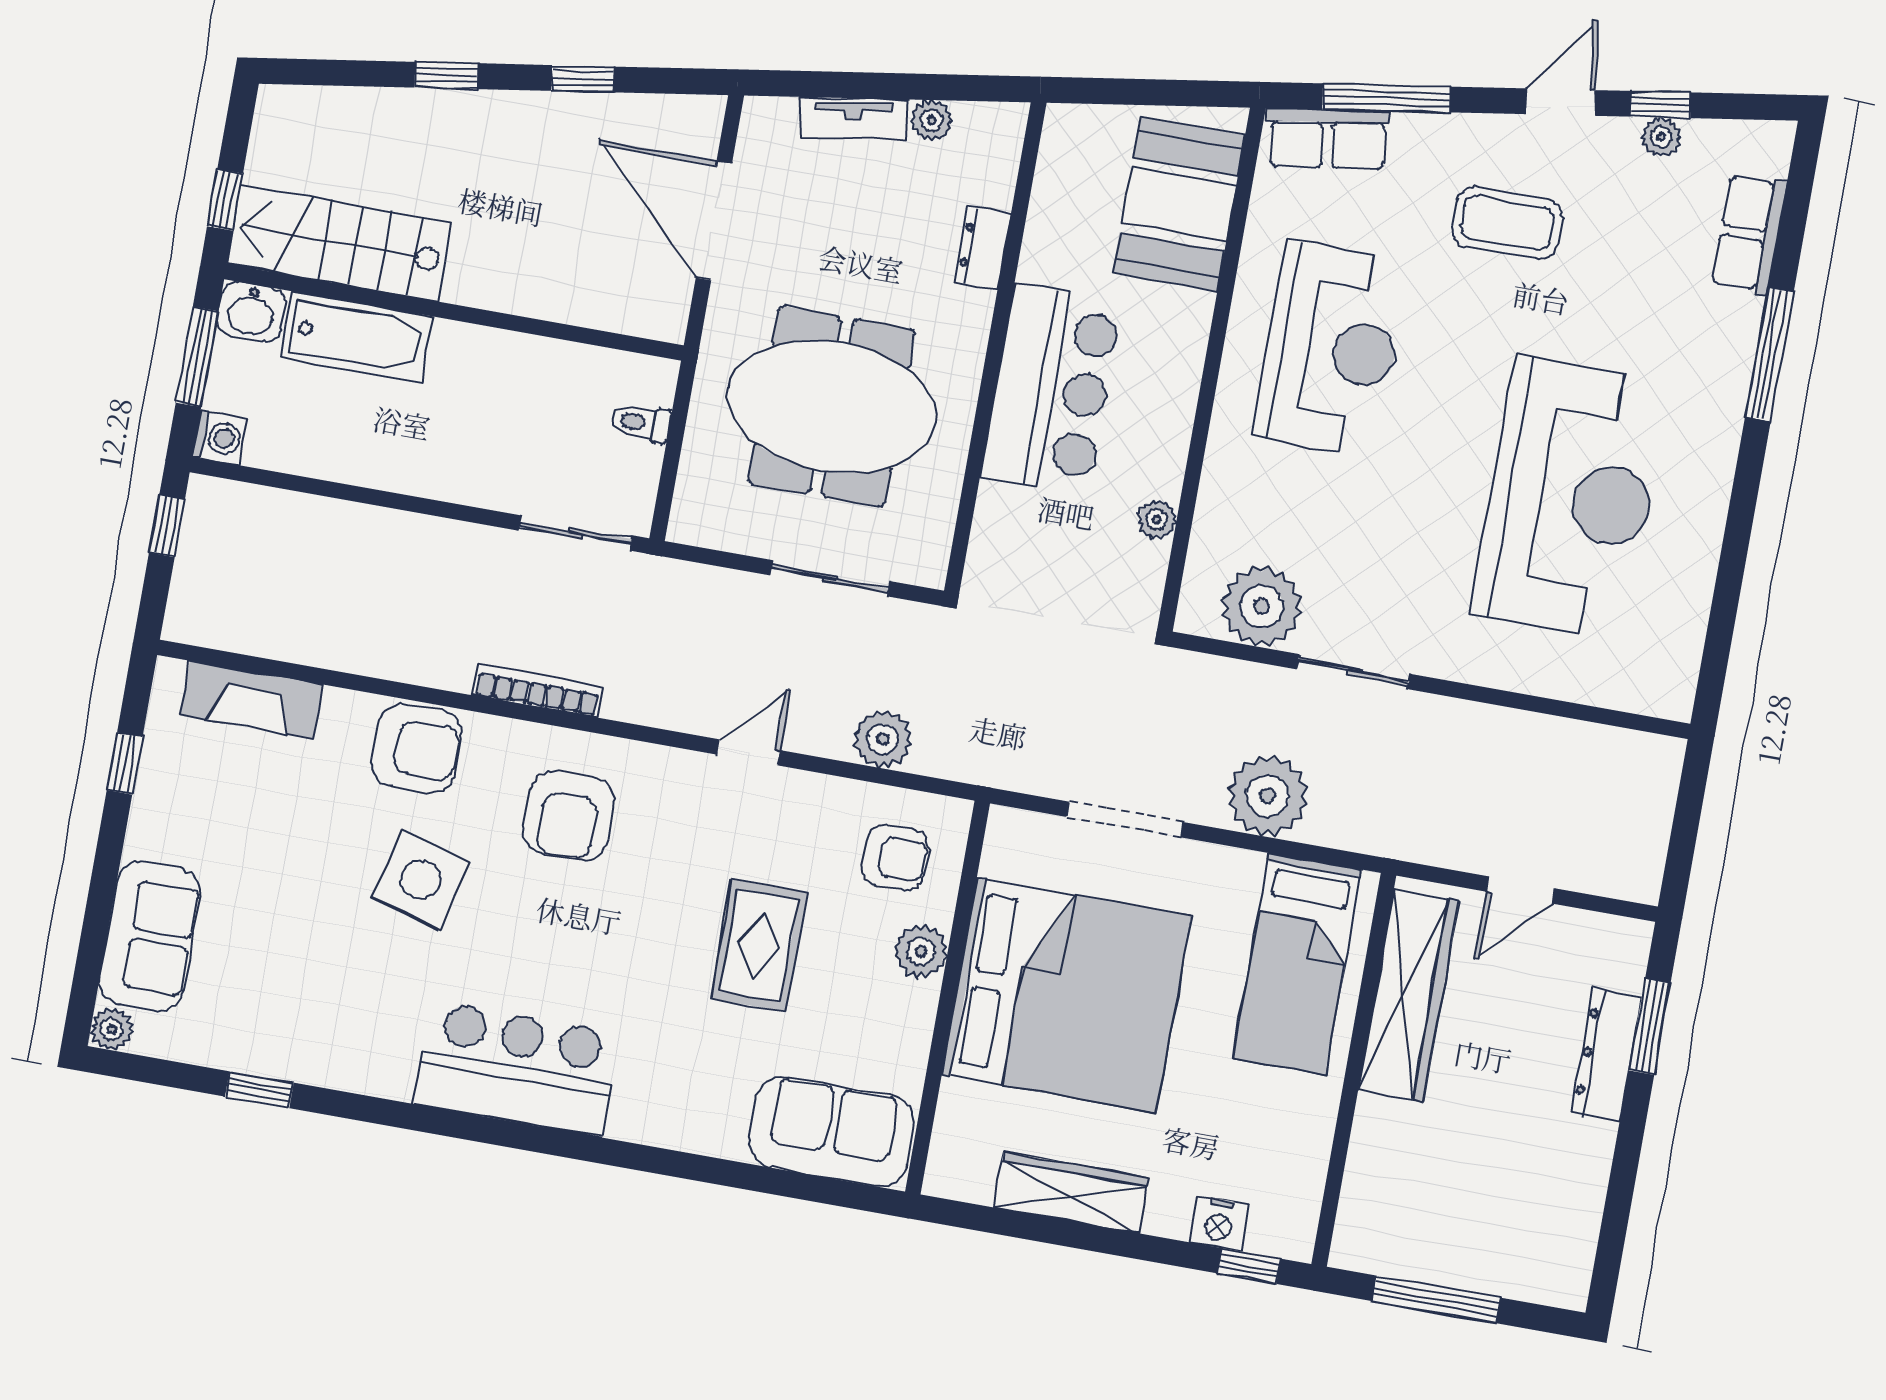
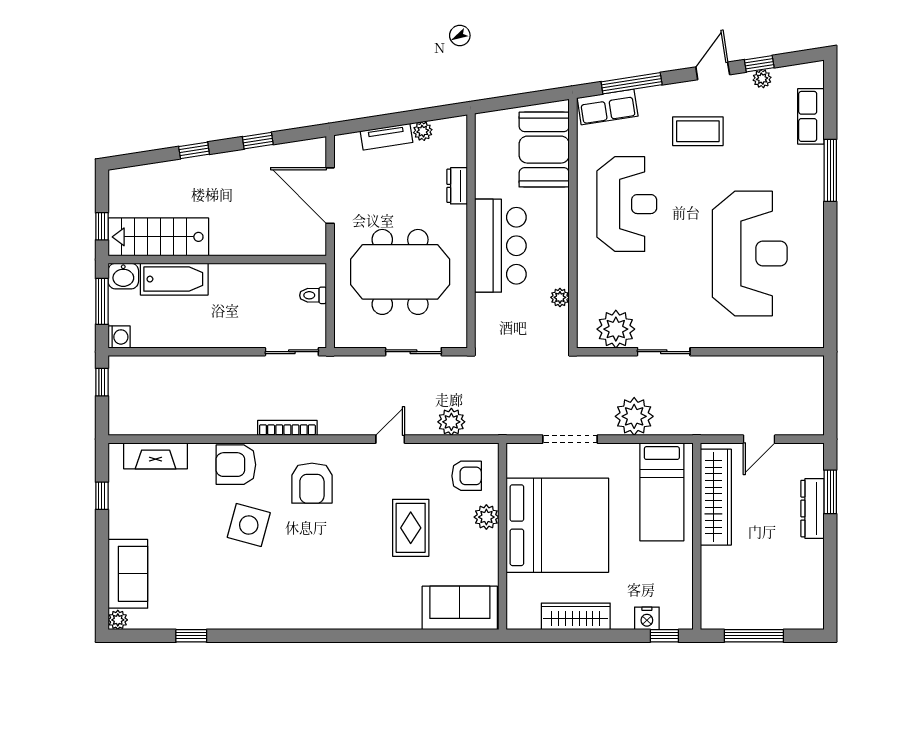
armchair: (417, 748) -> (236, 465), turned 180
bar counter: (517, 1069) -> (309, 605), removed

